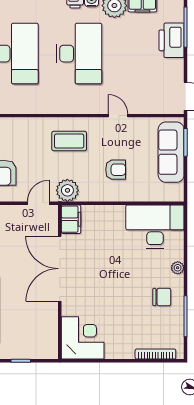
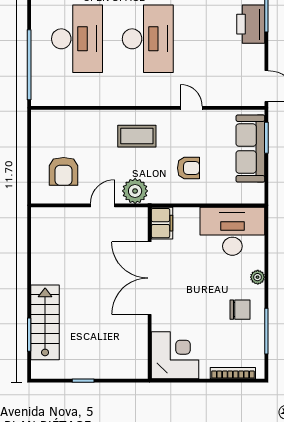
filing cabinet: (71, 219) -> (162, 223), moved
double door: (60, 269) -> (150, 278), moved
wall: (60, 282) -> (150, 293), moved
corner desk: (83, 338) -> (175, 355), moved

